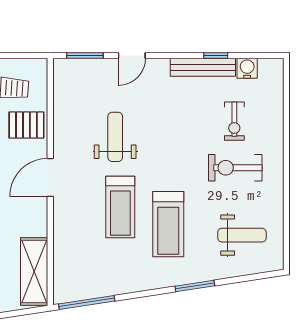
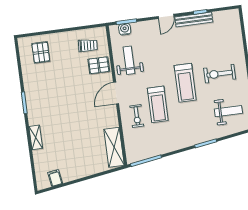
door: (132, 56) -> (166, 16), moved
water cooler: (247, 68) -> (125, 29), moved
exercise bike: (234, 121) -> (137, 116), moved
weight bench: (115, 137) -> (129, 60), moved
treadmill: (168, 224) -> (185, 83), moved

